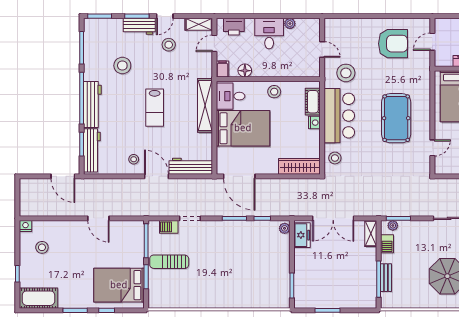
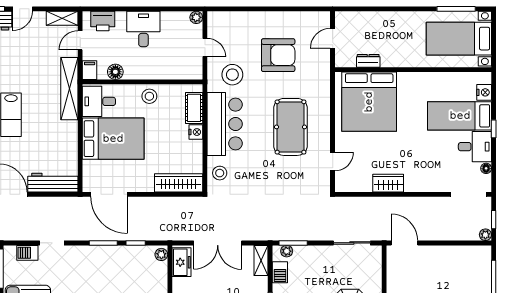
plant: (290, 24) -> (196, 17), moved
armchair: (393, 44) -> (278, 55), moved
stool: (169, 45) -> (27, 42), removed
shelving: (205, 105) -> (69, 89), moved

